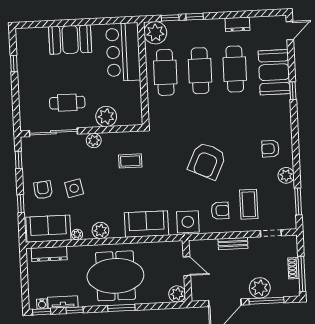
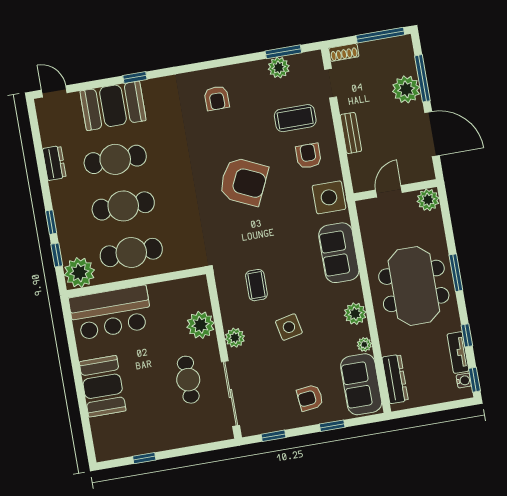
plant: (286, 175) -> (279, 68), moved
side table: (74, 188) -> (289, 327), moved
shoe rack: (293, 268) -> (344, 52), moved

